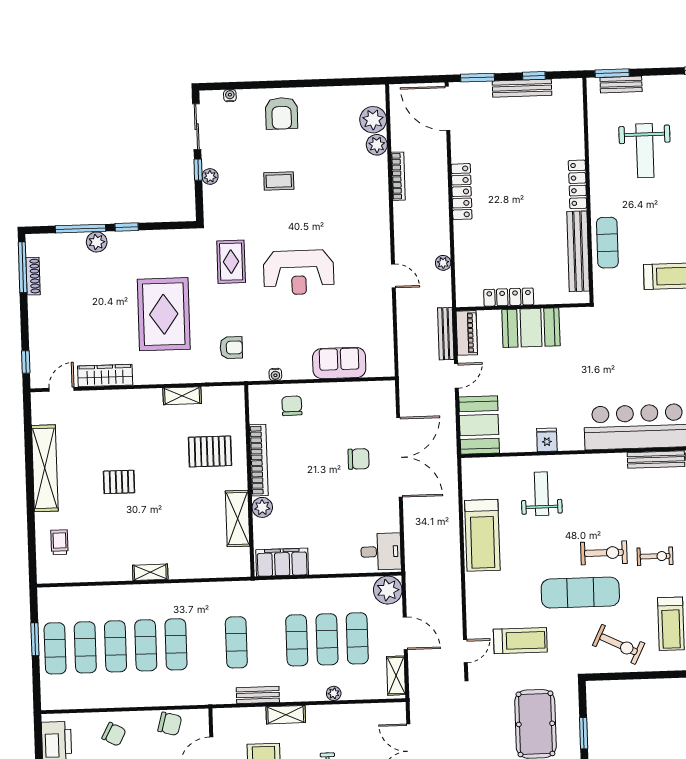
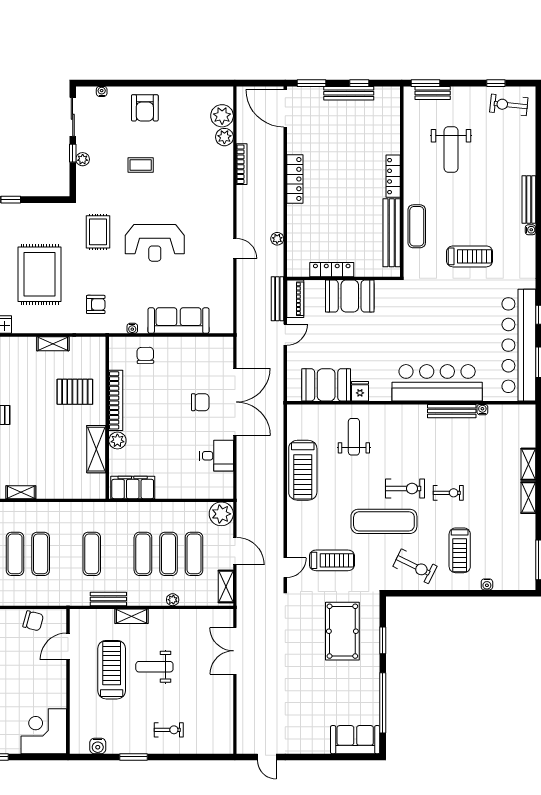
sofa: (339, 363) -> (179, 321), width x1.36
booth: (479, 425) -> (326, 385), moved, turned 90
desk: (381, 552) -> (217, 456), moved

